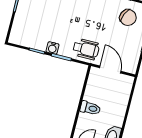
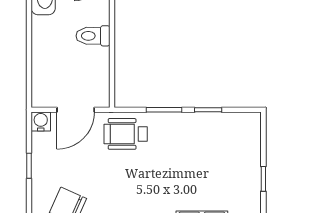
water cooler: (52, 48) -> (41, 121), moved
door: (110, 70) -> (76, 110), hinge flipped

